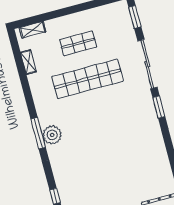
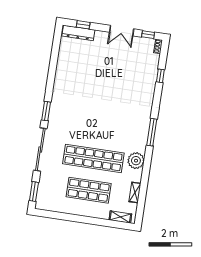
shop shelf: (78, 43) -> (89, 190), width x1.43, depth x1.36
plant: (52, 135) -> (136, 161), moved

